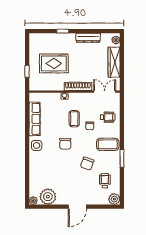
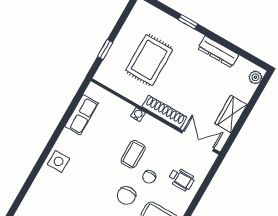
wardrobe: (114, 62) -> (231, 114), width x0.67
rug: (54, 63) -> (149, 60), turned 90
row of seats: (35, 119) -> (82, 115), width x0.68
chair: (65, 144) -> (127, 196), moved

